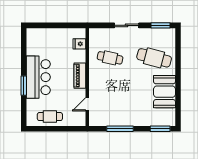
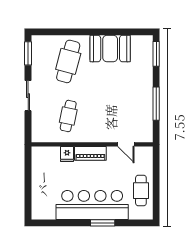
fridge: (79, 44) -> (67, 154), moved
bar counter: (38, 77) -> (92, 205), width x1.36

